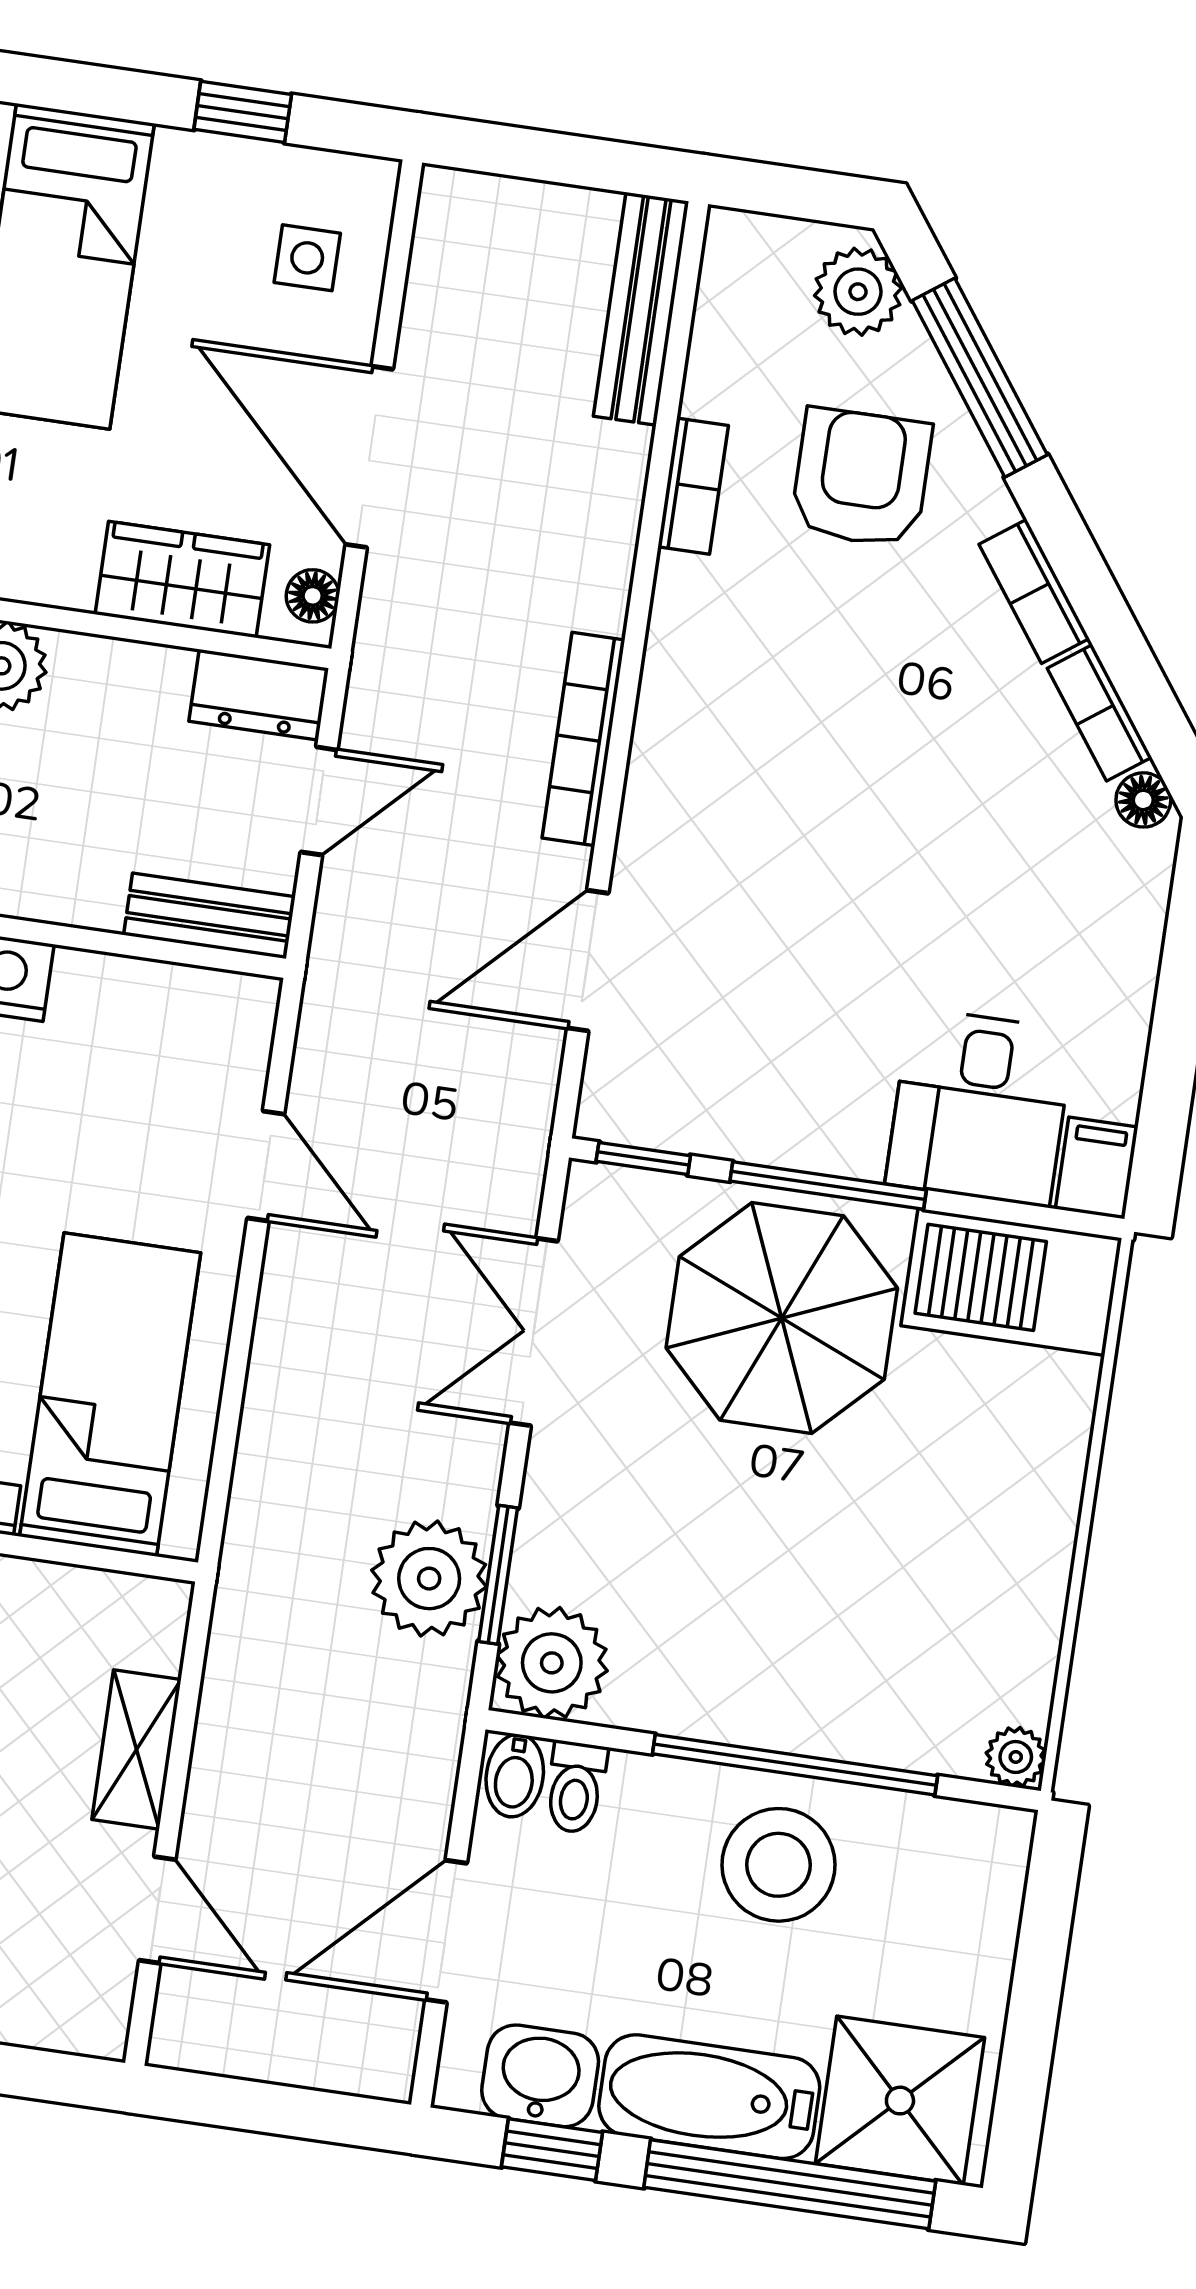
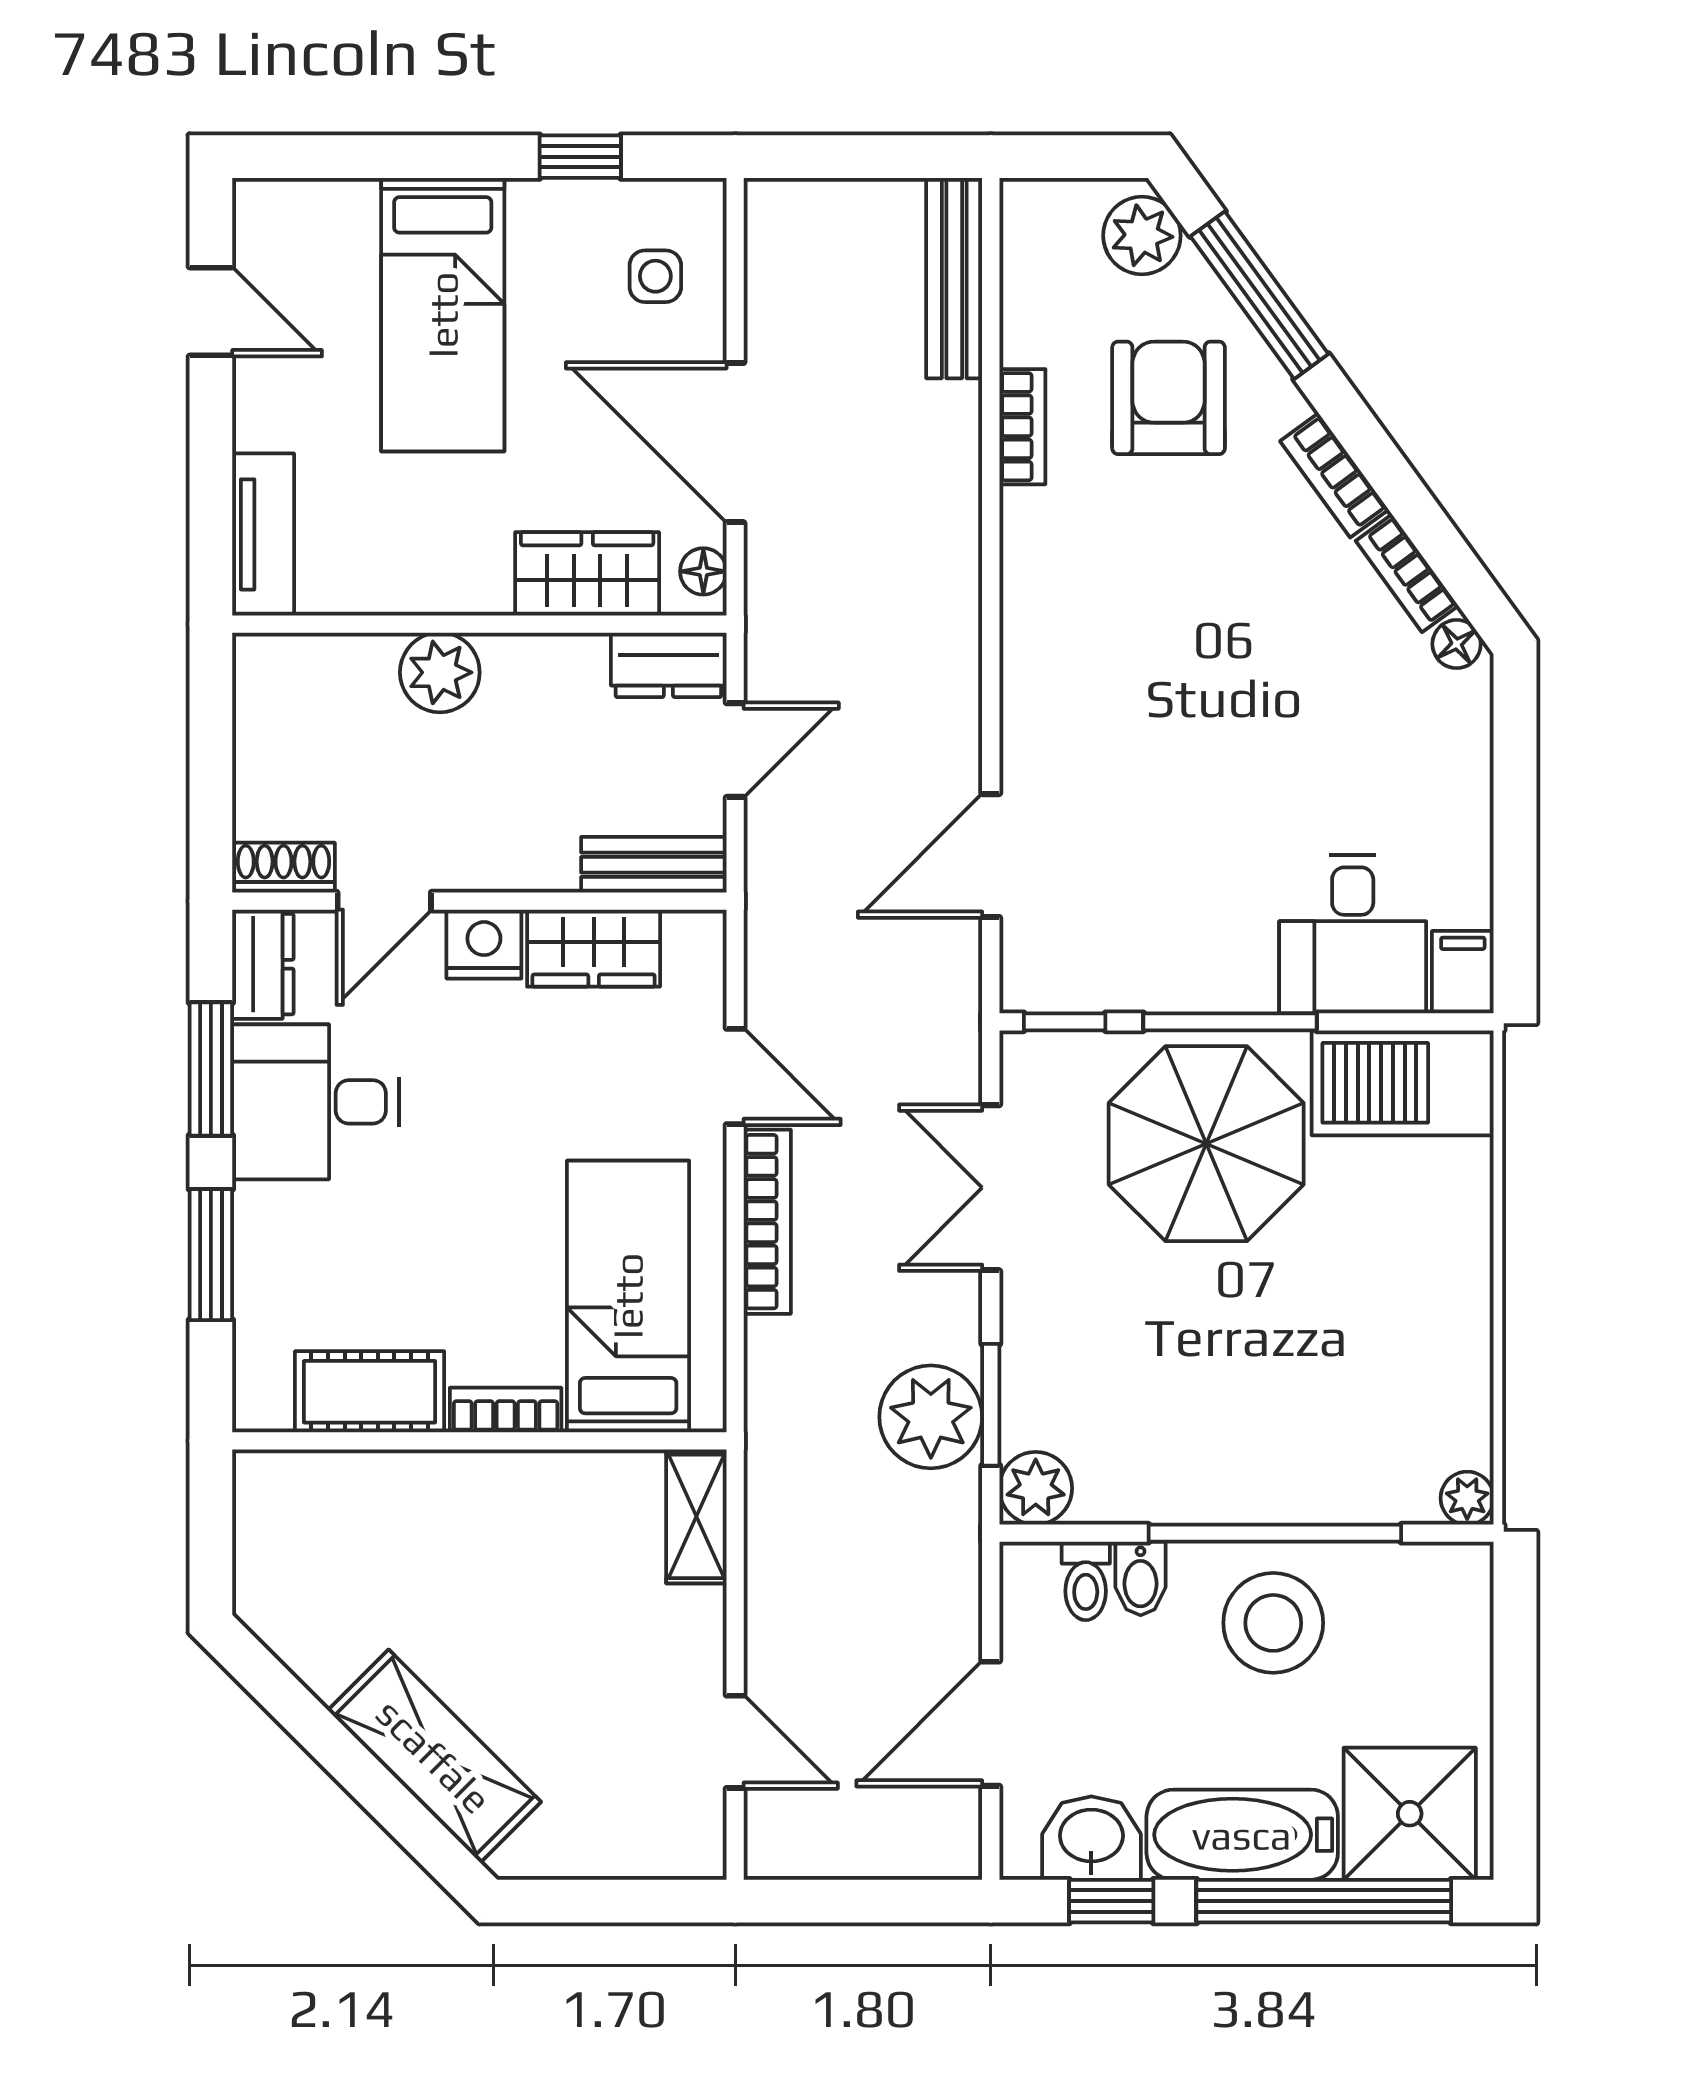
bookcase: (583, 739) -> (767, 1222), moved, turned 180
wardrobe: (128, 999) -> (594, 948), added
plant: (552, 1663) -> (1036, 1488), width x0.73, depth x0.73
shelving: (136, 1749) -> (696, 1516), moved
bidet: (515, 1776) -> (1141, 1579), moved

